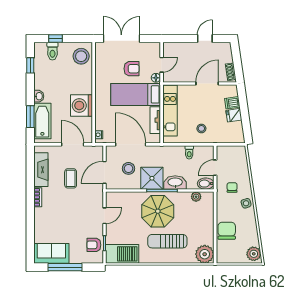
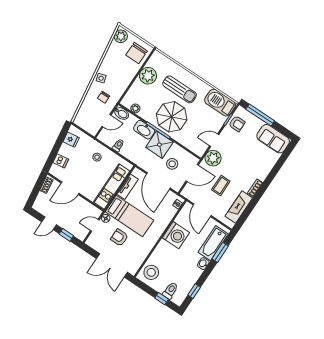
window: (182, 39) -> (66, 235), added
fridge: (234, 115) -> (71, 140), moved
plant: (95, 199) -> (213, 158), added
chair: (227, 231) -> (137, 53), moved
plant: (205, 254) -> (148, 76), moved
window: (65, 267) -> (260, 115), moved

